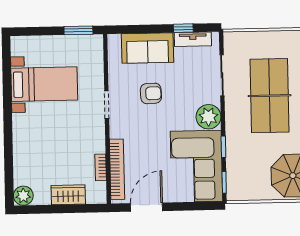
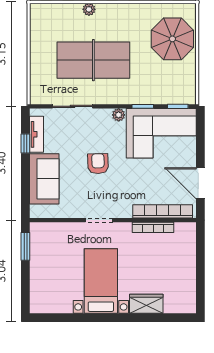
bed with nightstands: (44, 84) -> (101, 281), moved
armchair: (151, 93) -> (98, 164), moved
plant: (208, 117) -> (119, 115), width x0.53, depth x0.53
bookcase: (101, 167) -> (153, 227), width x1.56
wardrobe: (68, 195) -> (146, 304), moved, turned 90
plant: (23, 196) -> (187, 304), removed

